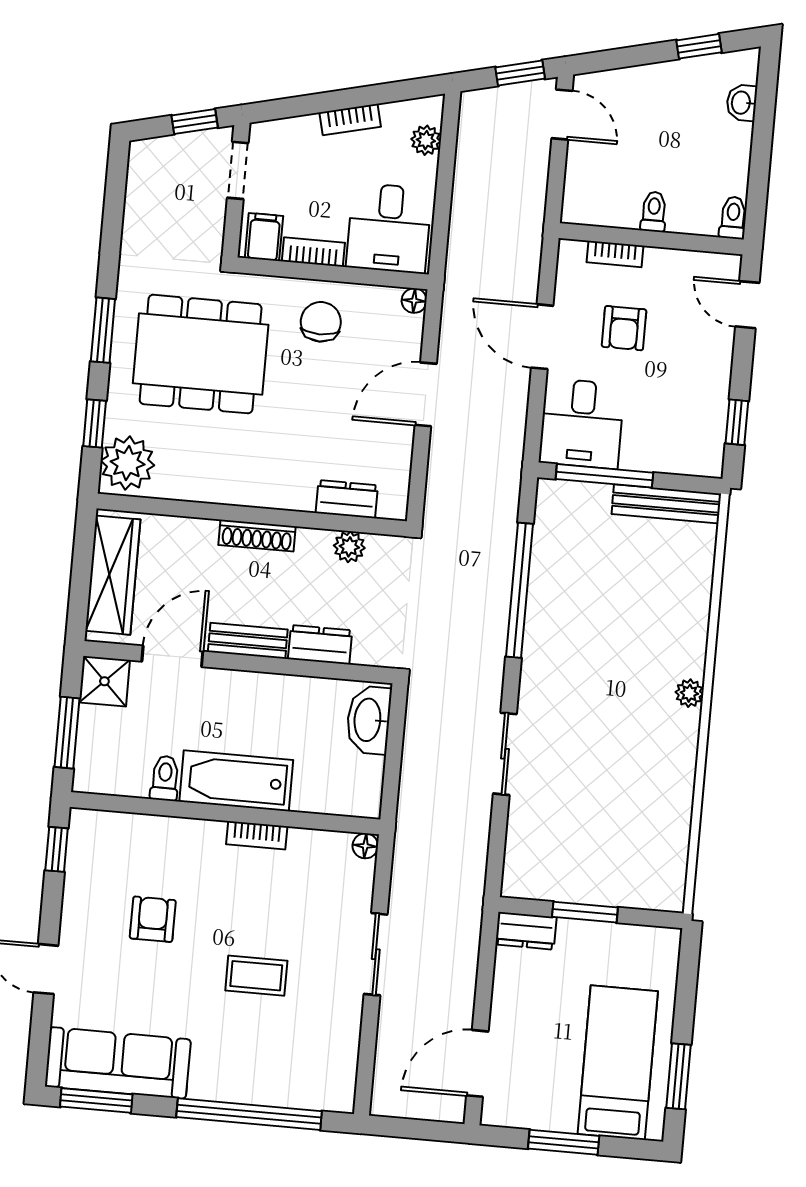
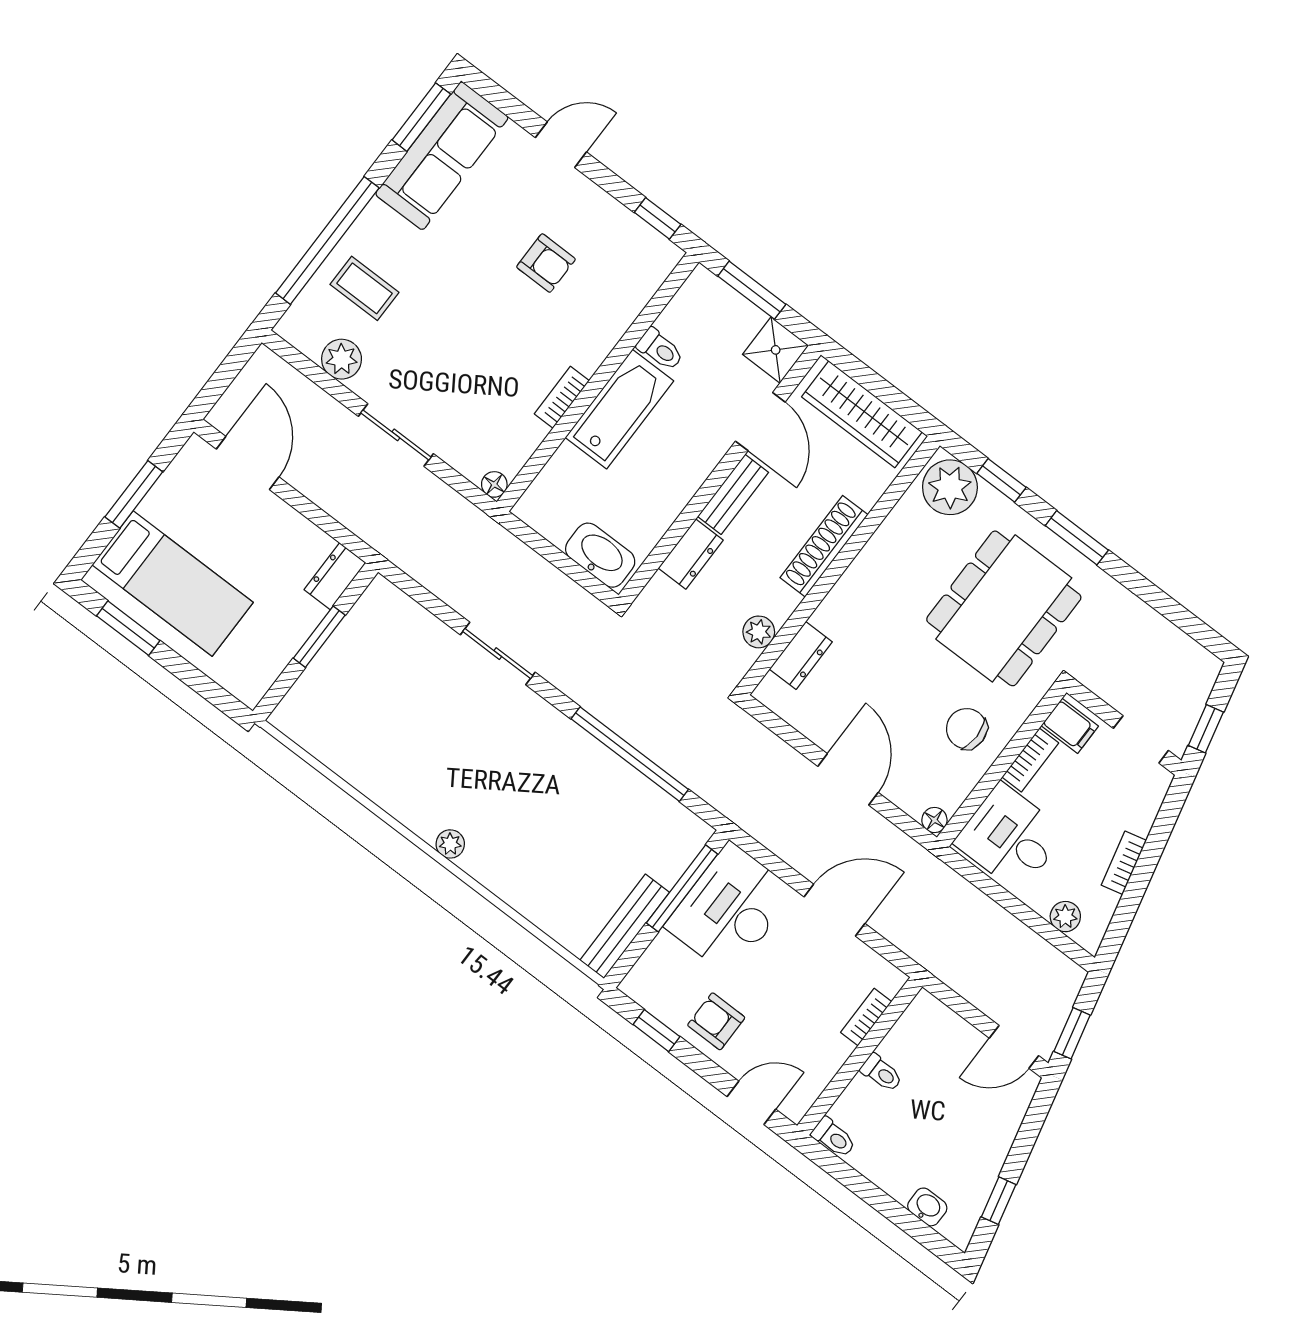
chair: (321, 322) -> (967, 729), turned 180
armchair: (624, 328) -> (716, 1021), moved
desk: (582, 423) -> (730, 909), width x1.37
shoe rack: (257, 536) -> (824, 546), width x1.36, depth x1.24
coffee table: (256, 976) -> (364, 288), moved, turned 90
plant: (341, 1040) -> (342, 359), added

